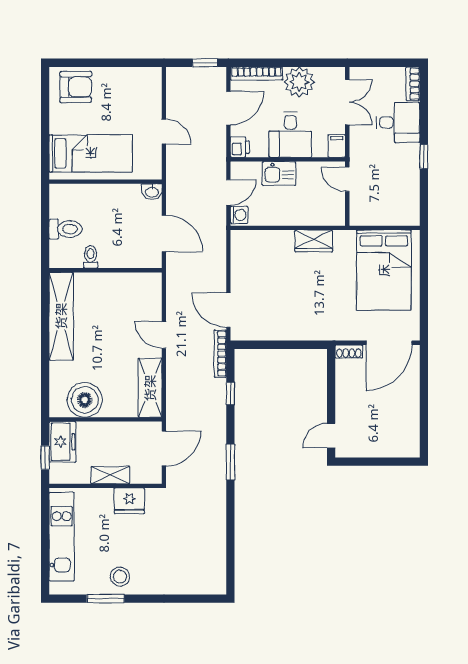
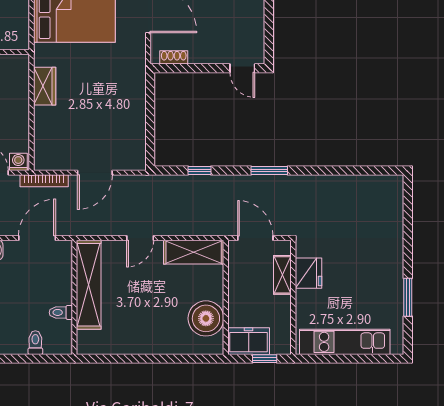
toilet: (65, 229) -> (35, 343), width x0.73, depth x0.72
door: (228, 310) -> (95, 173), moved
shelving: (61, 316) -> (89, 285), moved, turned 90
shoe rack: (349, 351) -> (174, 57), moved, turned -90
bookcase: (220, 354) -> (44, 181), moved
shelving: (110, 475) -> (282, 275), moved
stool: (120, 577) -> (385, 283), removed

